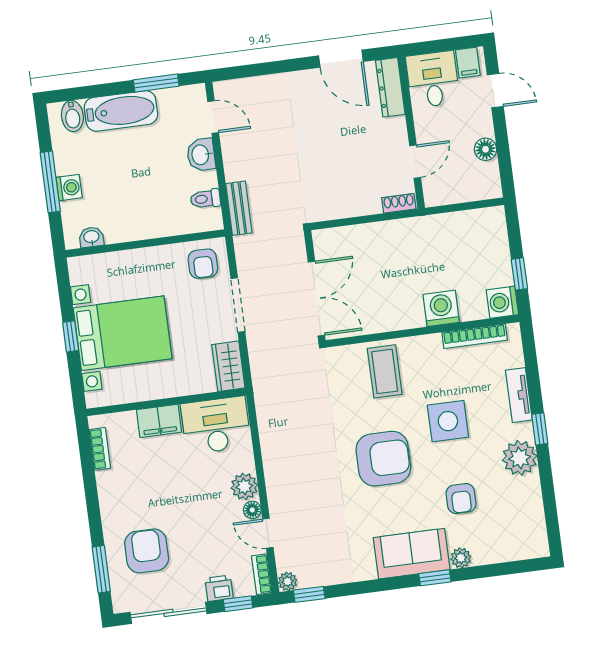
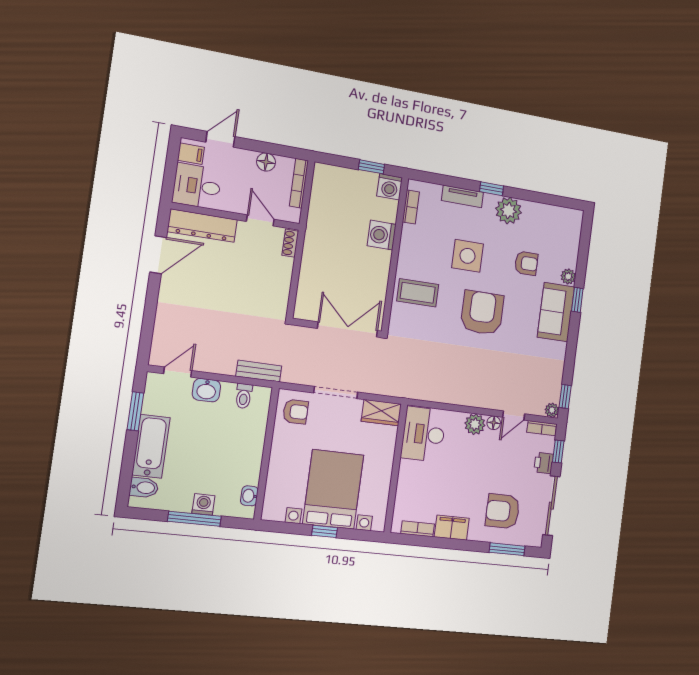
dresser: (390, 87) -> (202, 226), width x1.37, depth x1.24
bookcase: (473, 194) -> (299, 183), added
bookcase: (475, 336) -> (411, 207), width x0.64
filing cabinet: (159, 421) -> (452, 528), moved, turned -90

